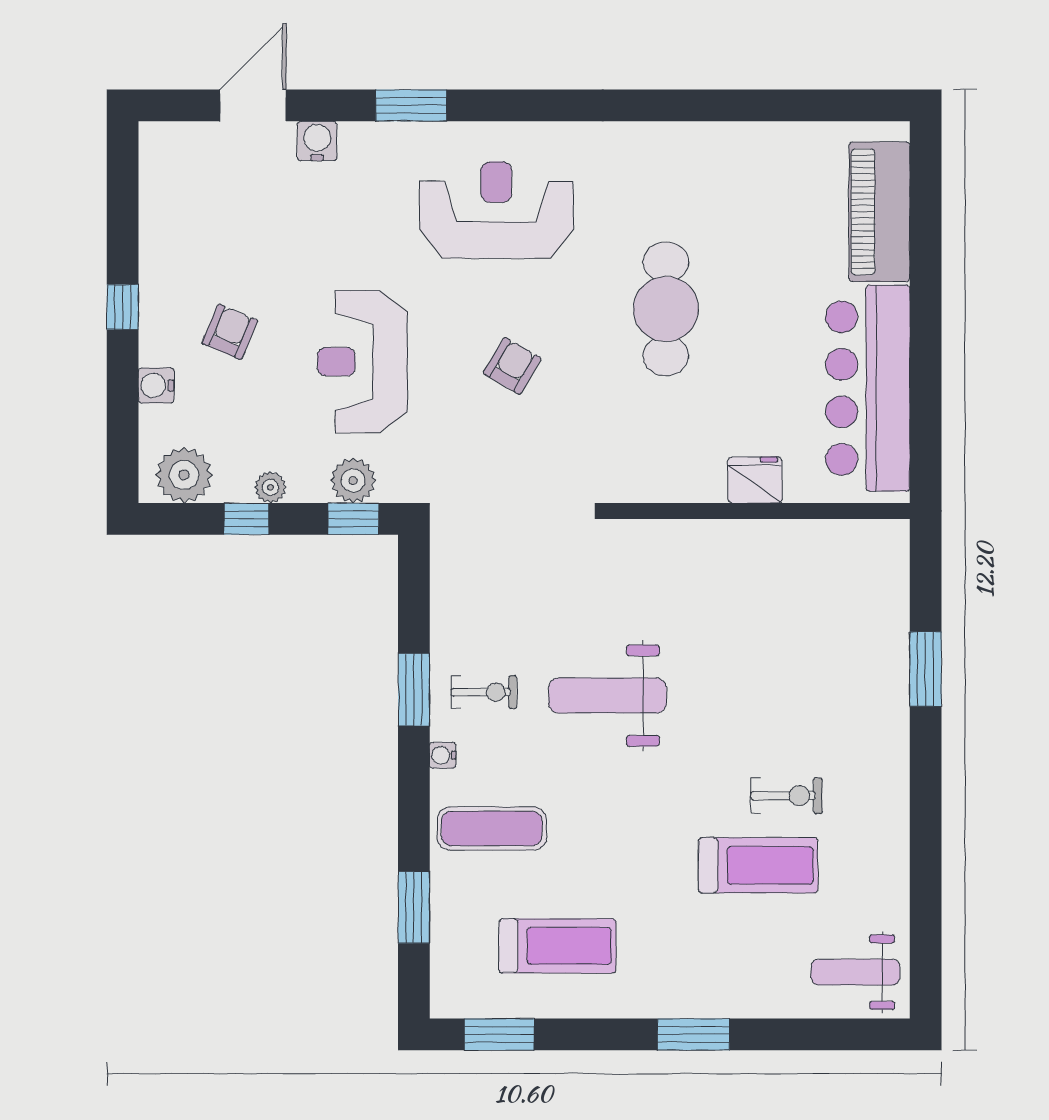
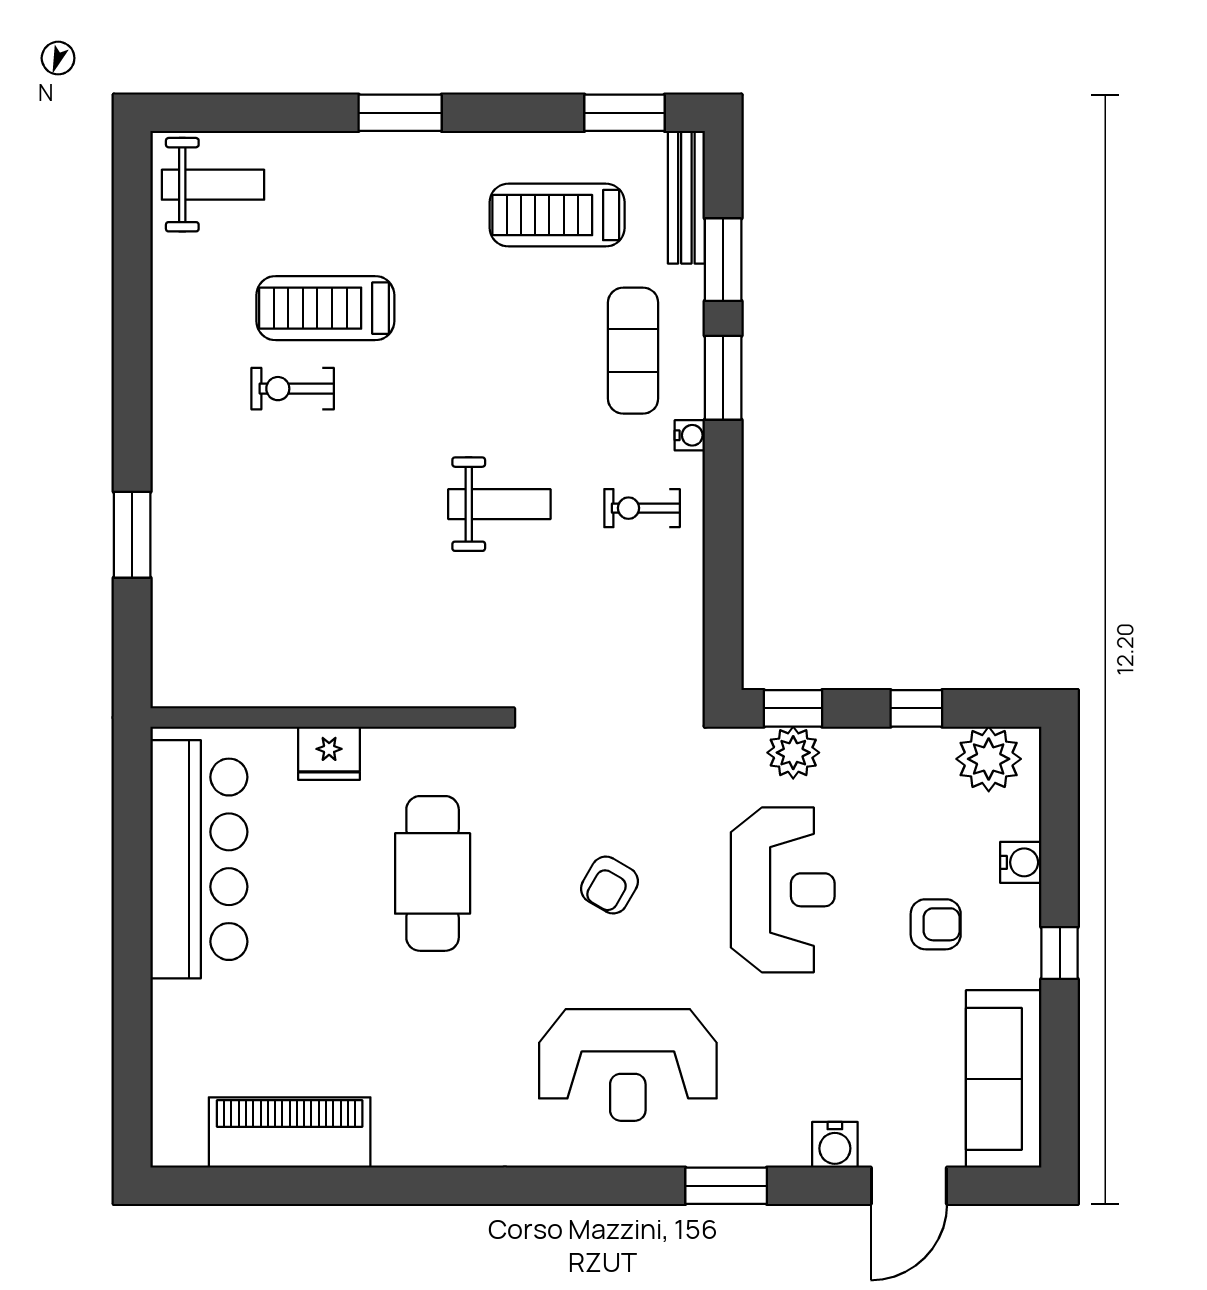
sofa: (171, 198) -> (1004, 1079), added
piano: (879, 212) -> (290, 1132), moved, turned -90
cafe table: (666, 309) -> (433, 873), moved
armchair: (230, 332) -> (936, 924), turned -113
plant: (270, 487) -> (889, 745), removed
window: (414, 690) -> (723, 378), moved
weight bench: (608, 696) -> (499, 504), width x0.73, depth x0.75
exercise mat: (492, 829) -> (633, 351), turned 90
bench: (446, 961) -> (686, 197), added

